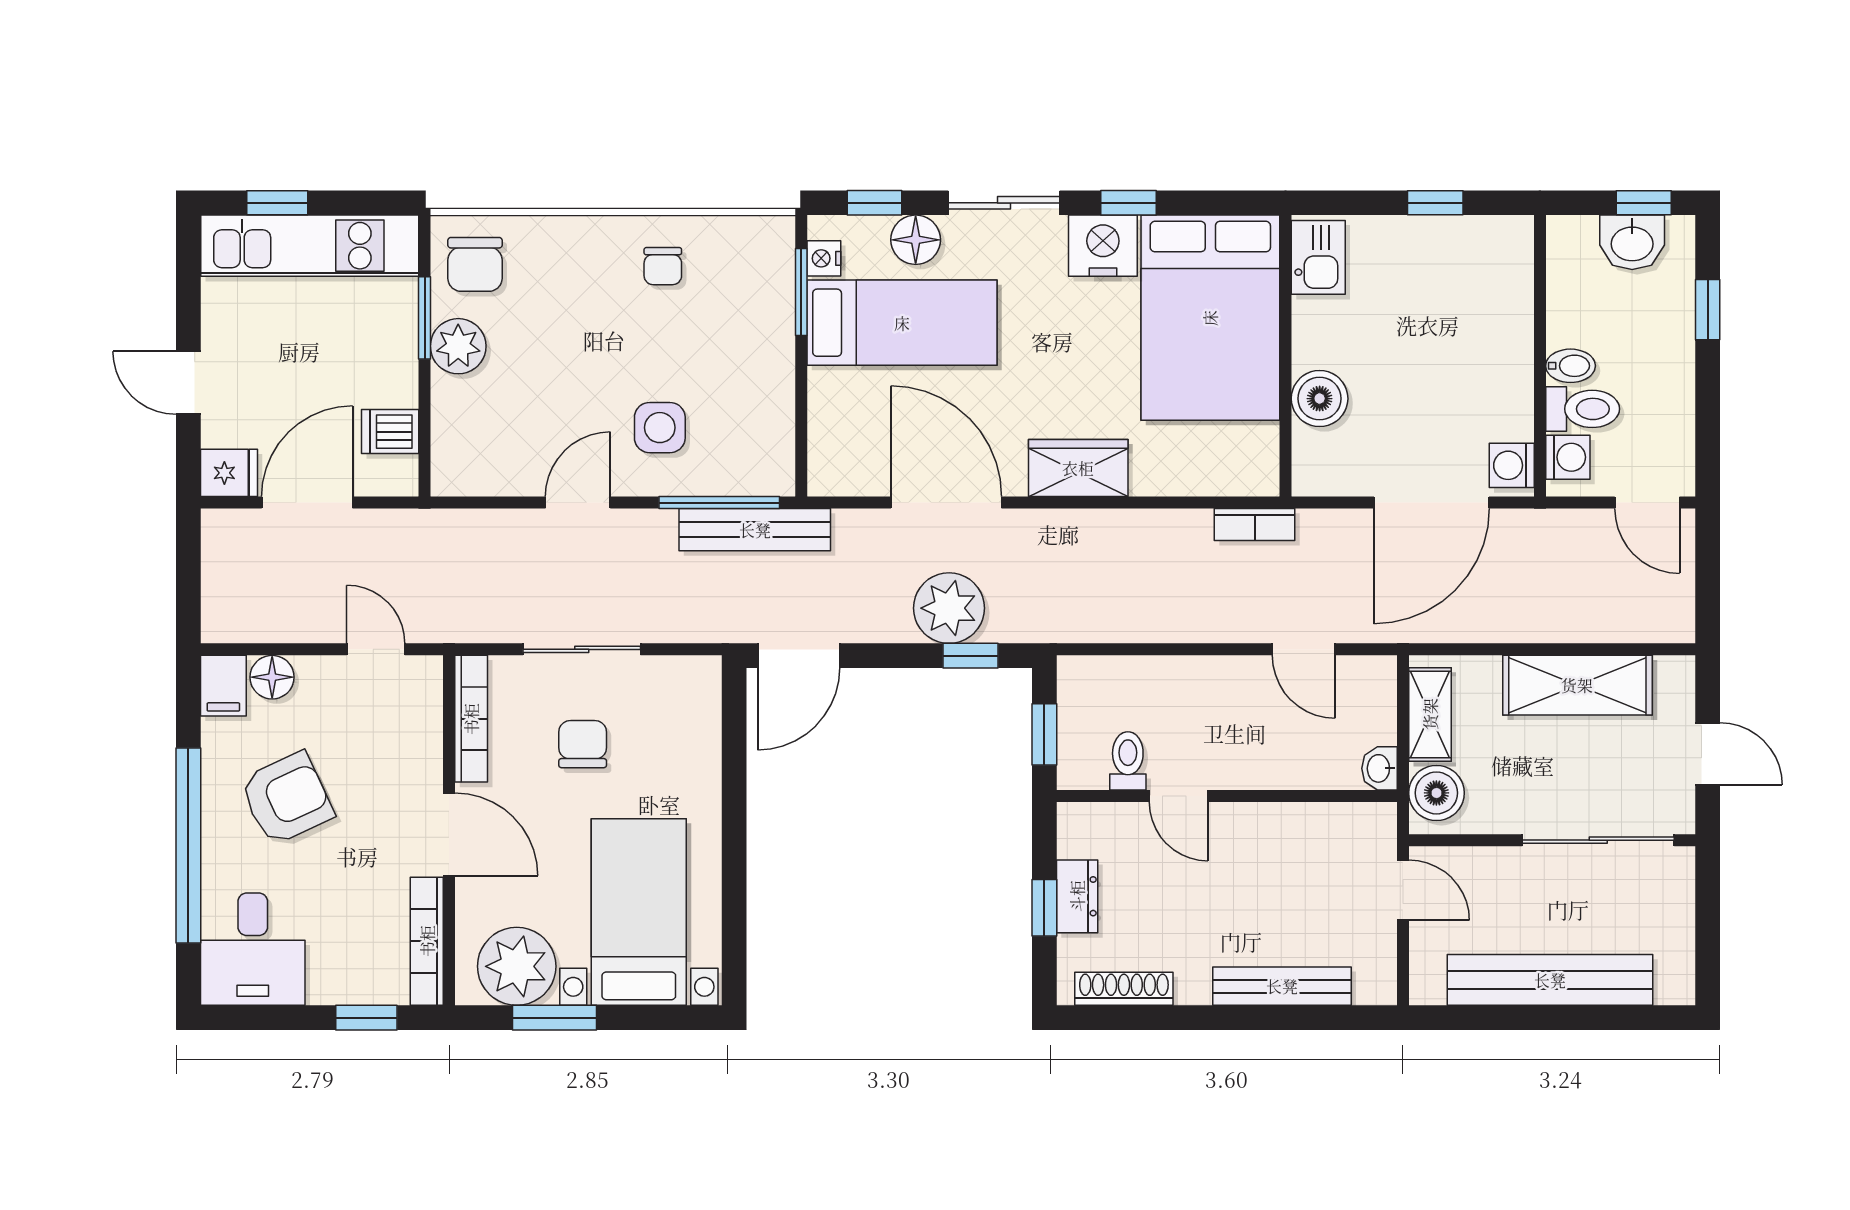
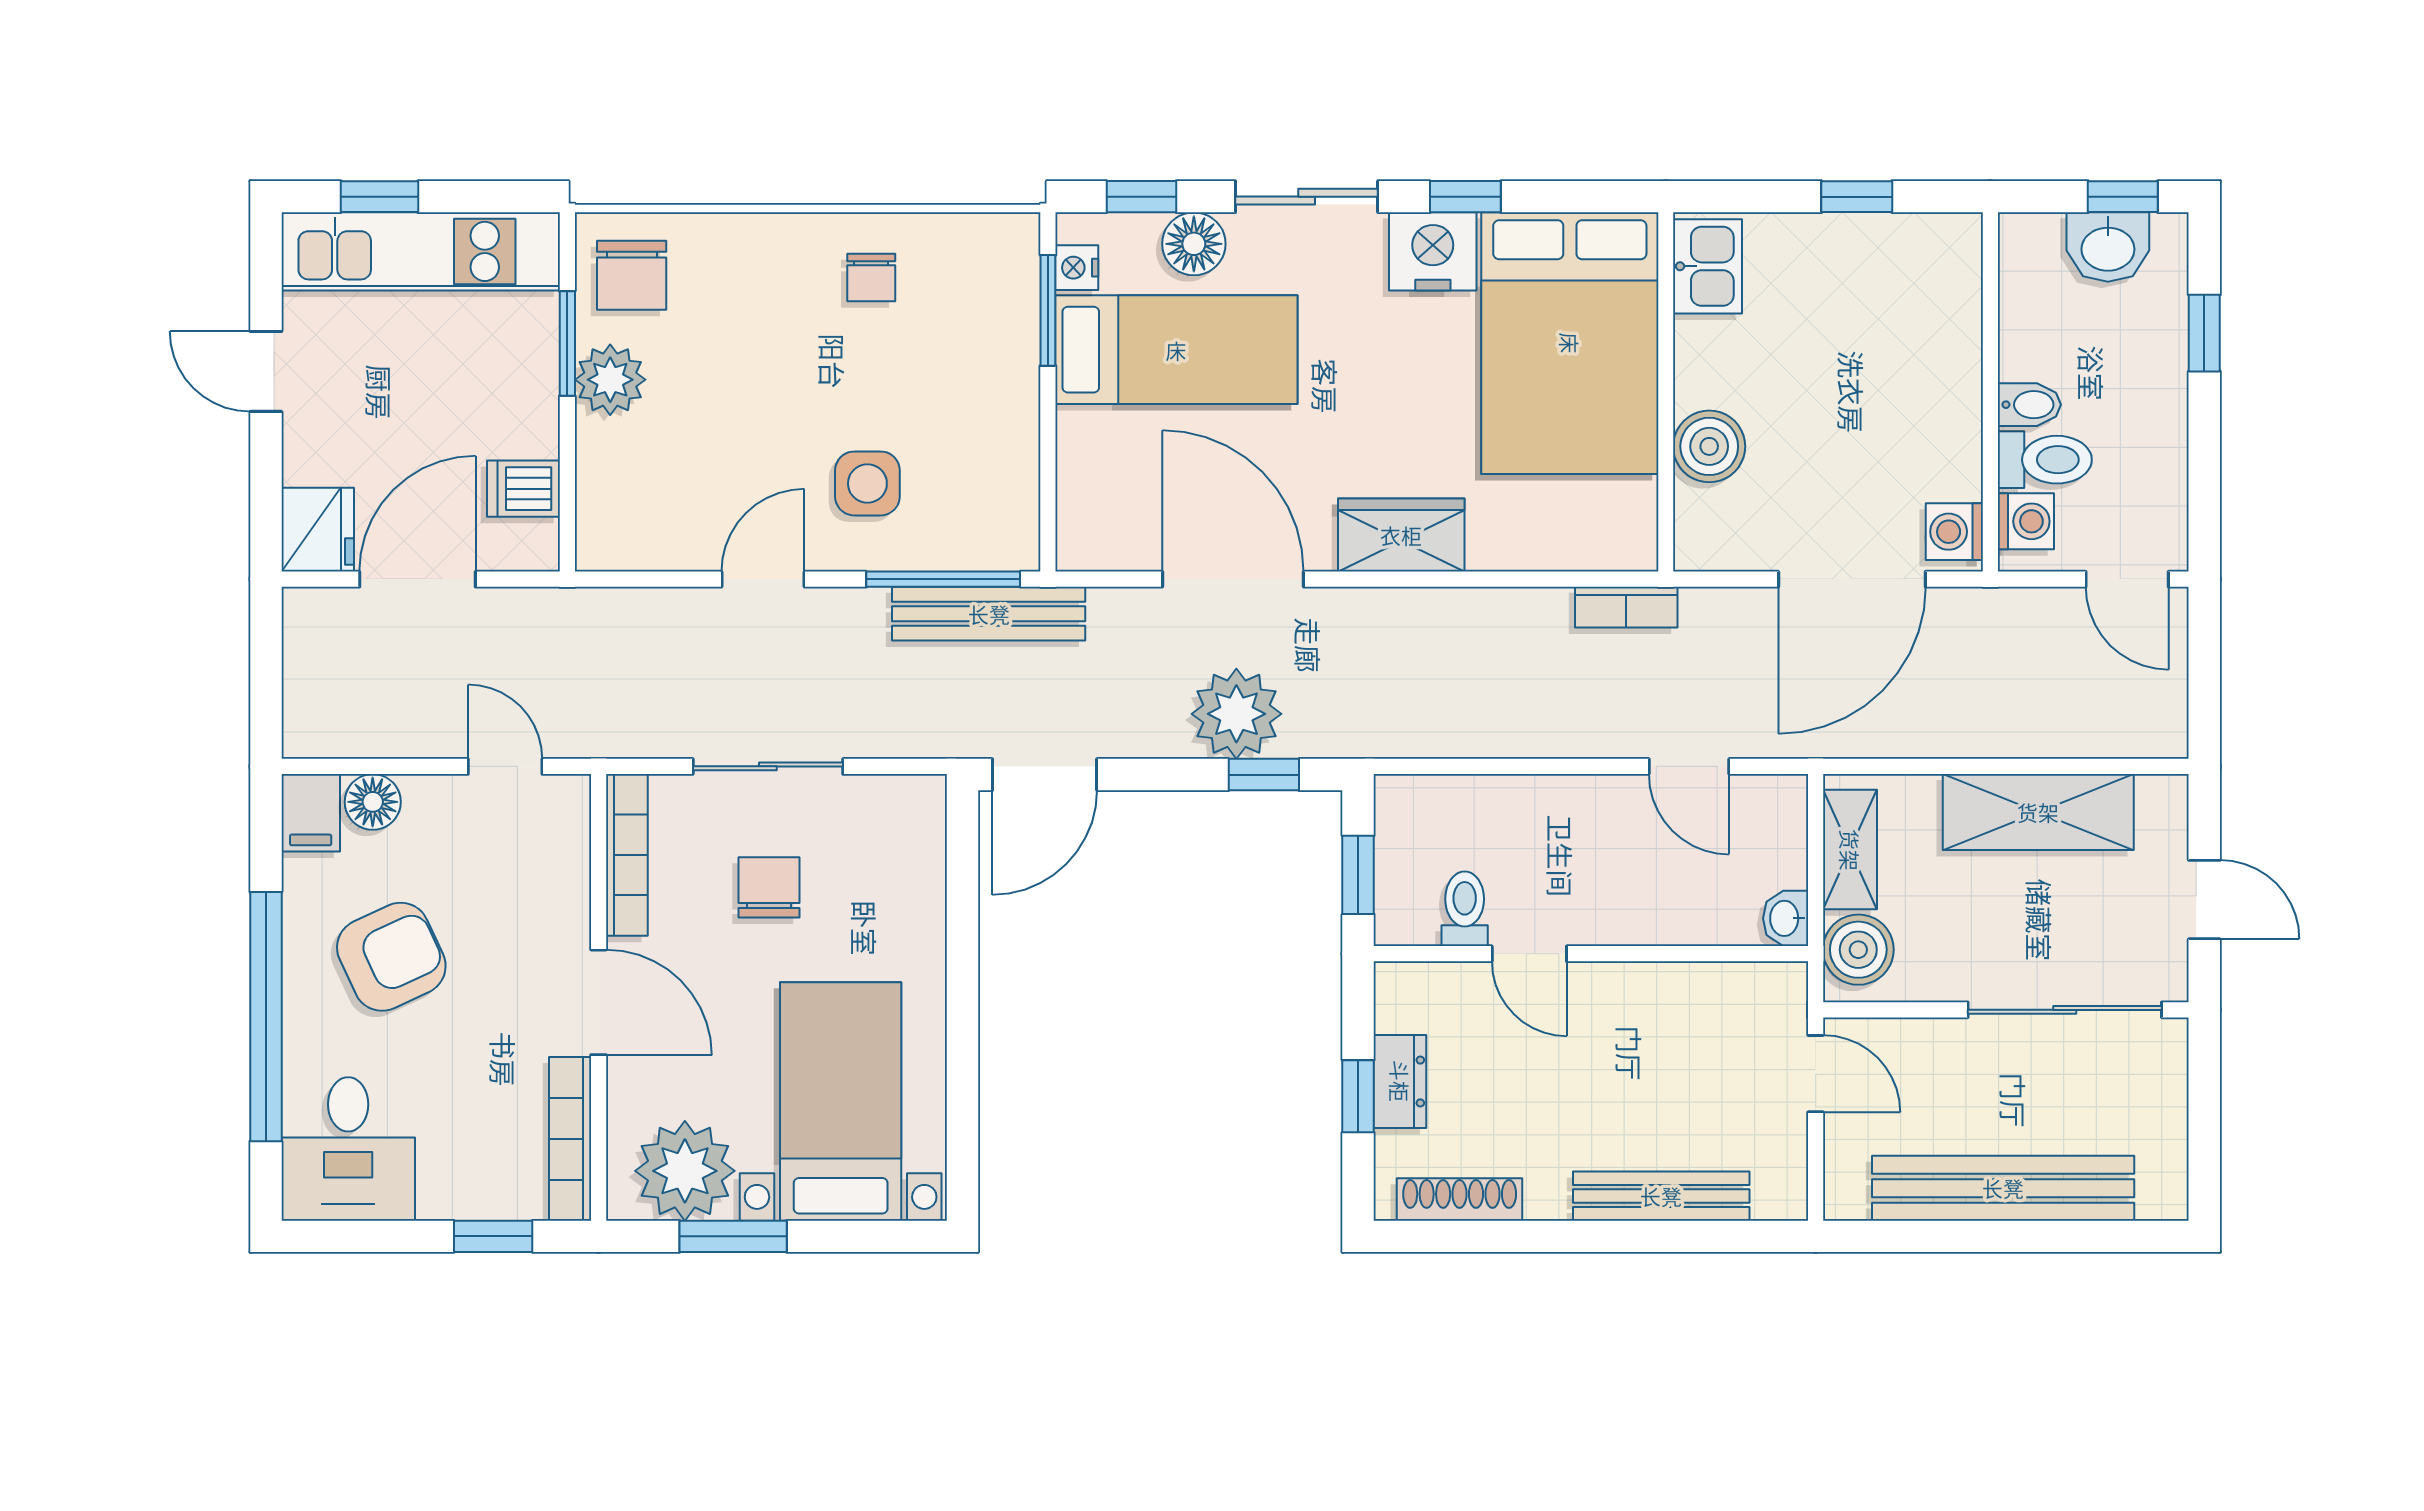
door: (188, 383) -> (266, 371), moved
fridge: (229, 473) -> (318, 530), width x1.38

